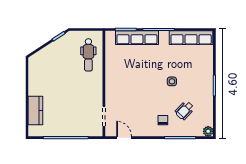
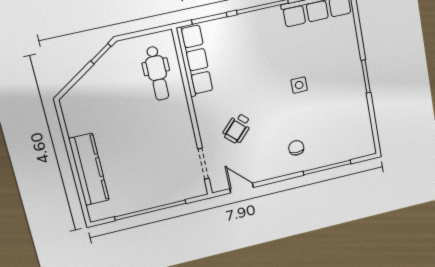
row of seats: (137, 38) -> (195, 60), moved, turned -90
kitchen counter: (35, 110) -> (89, 169), width x1.50
wheelchair: (185, 110) -> (237, 128), moved
plant: (208, 131) -> (368, 148), removed

